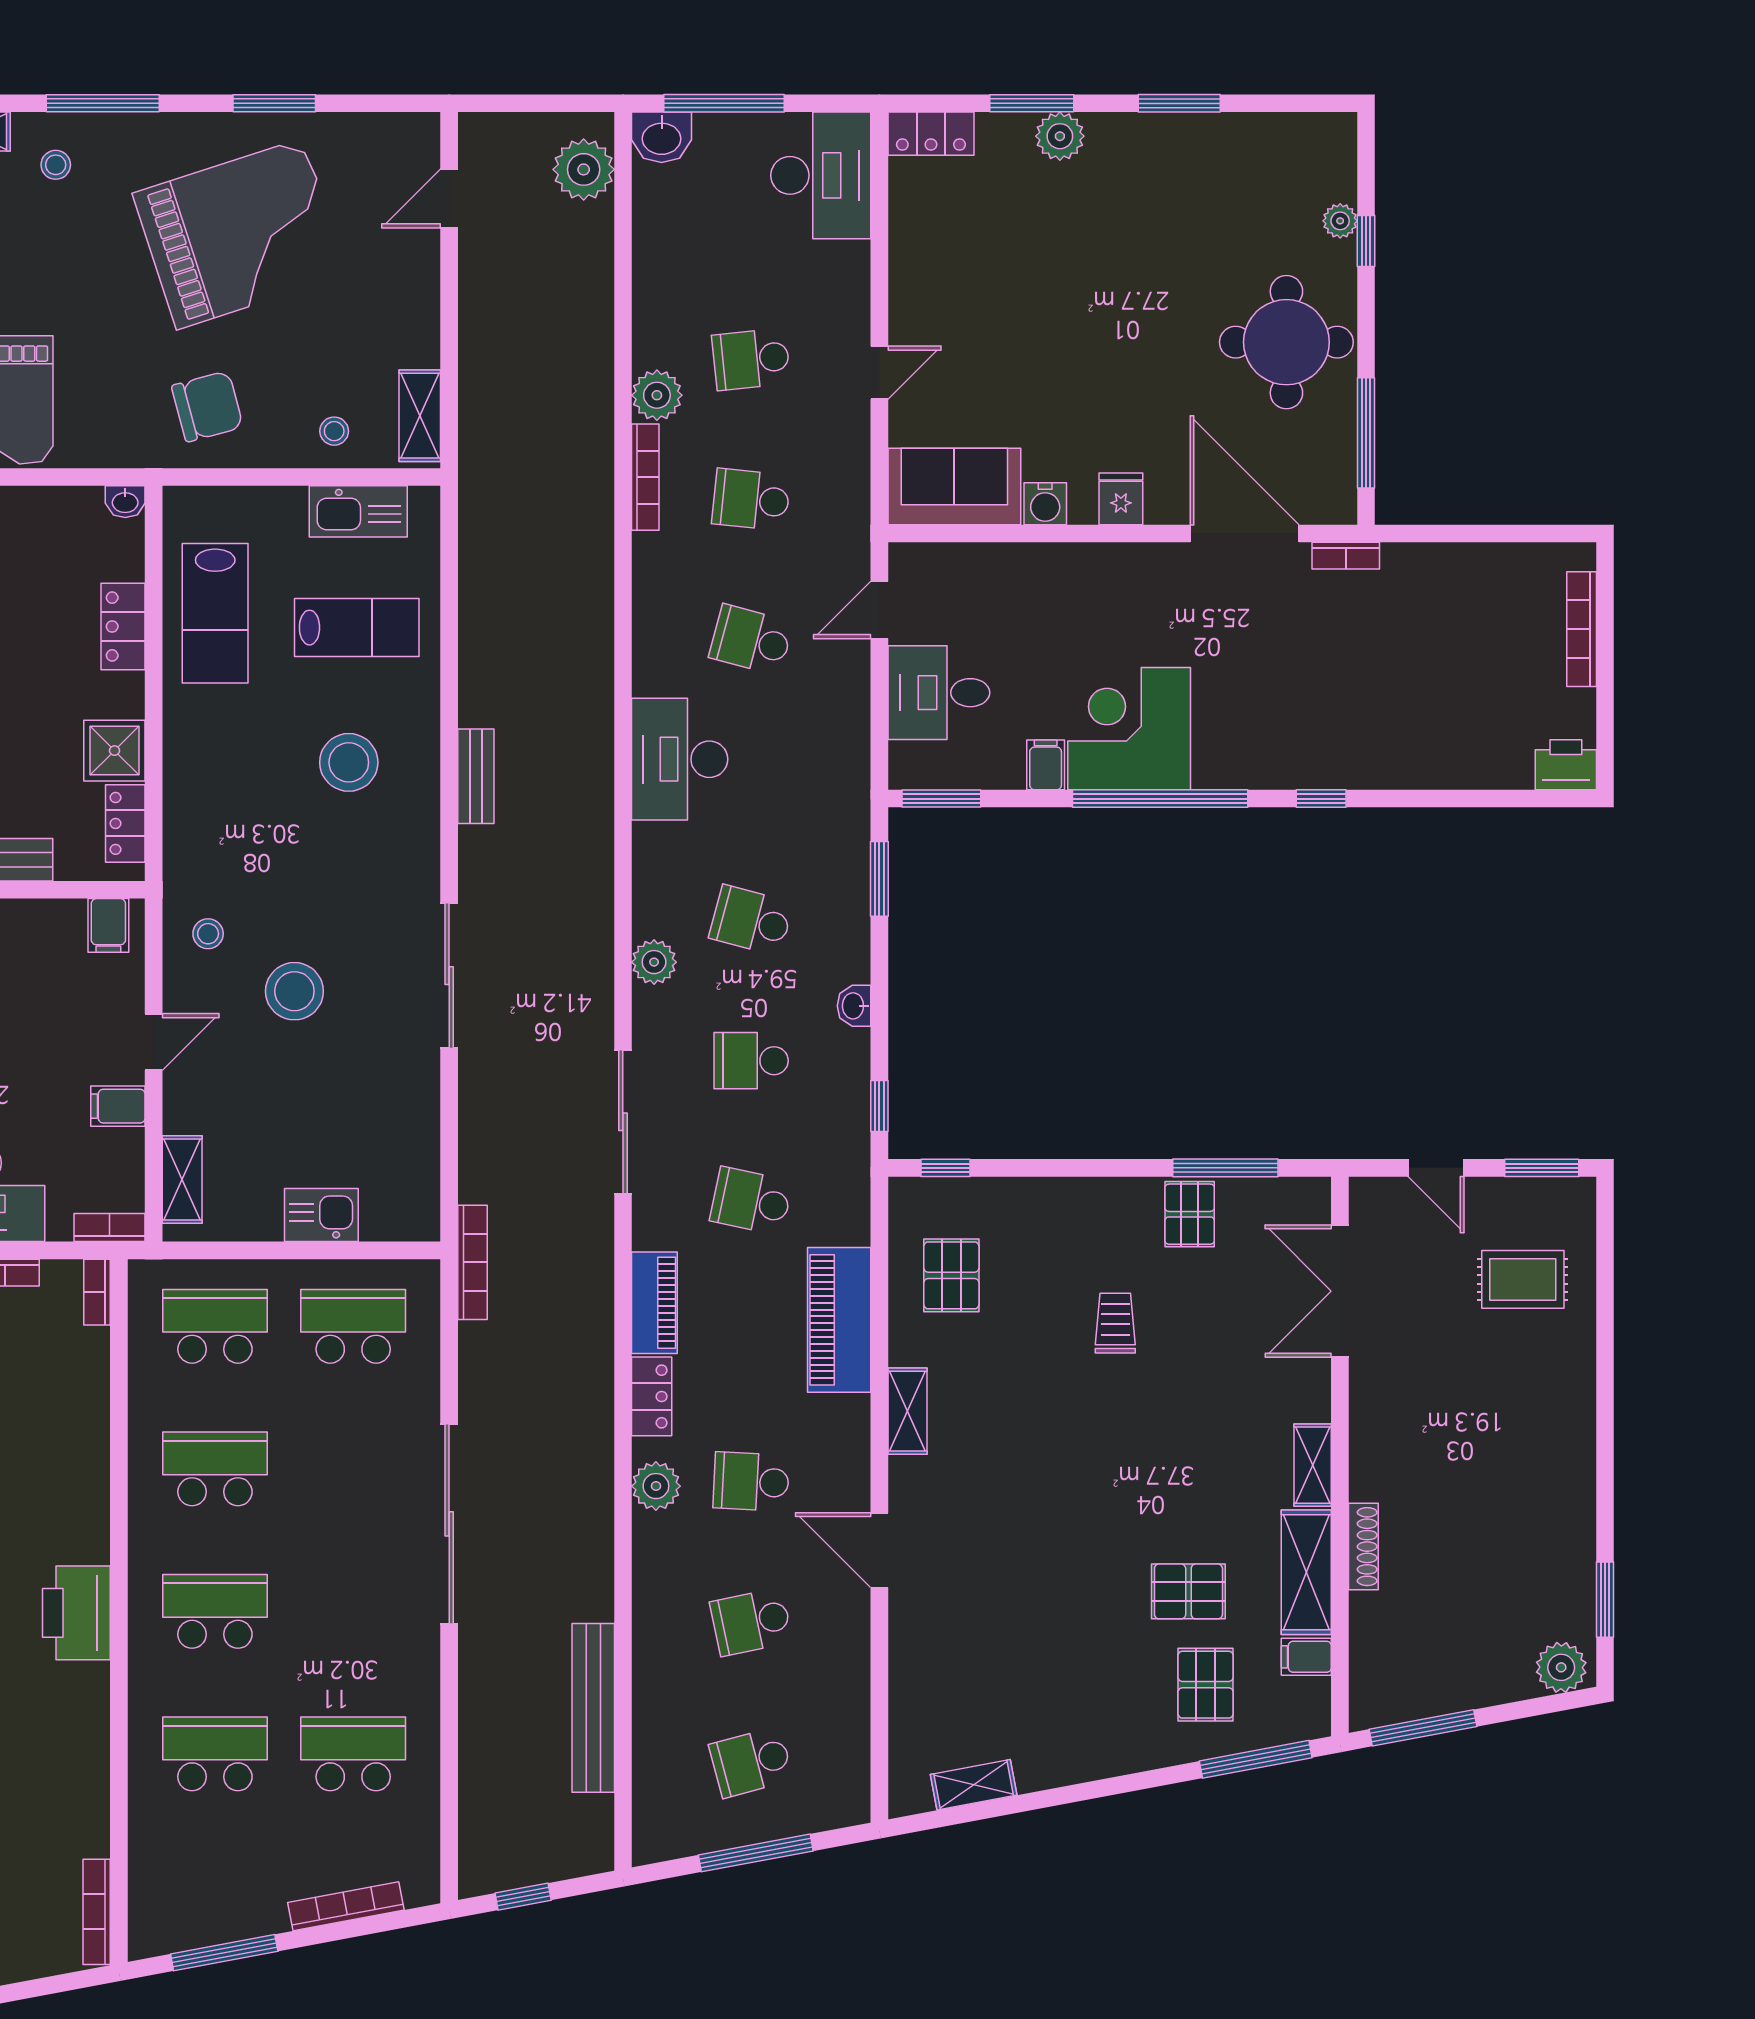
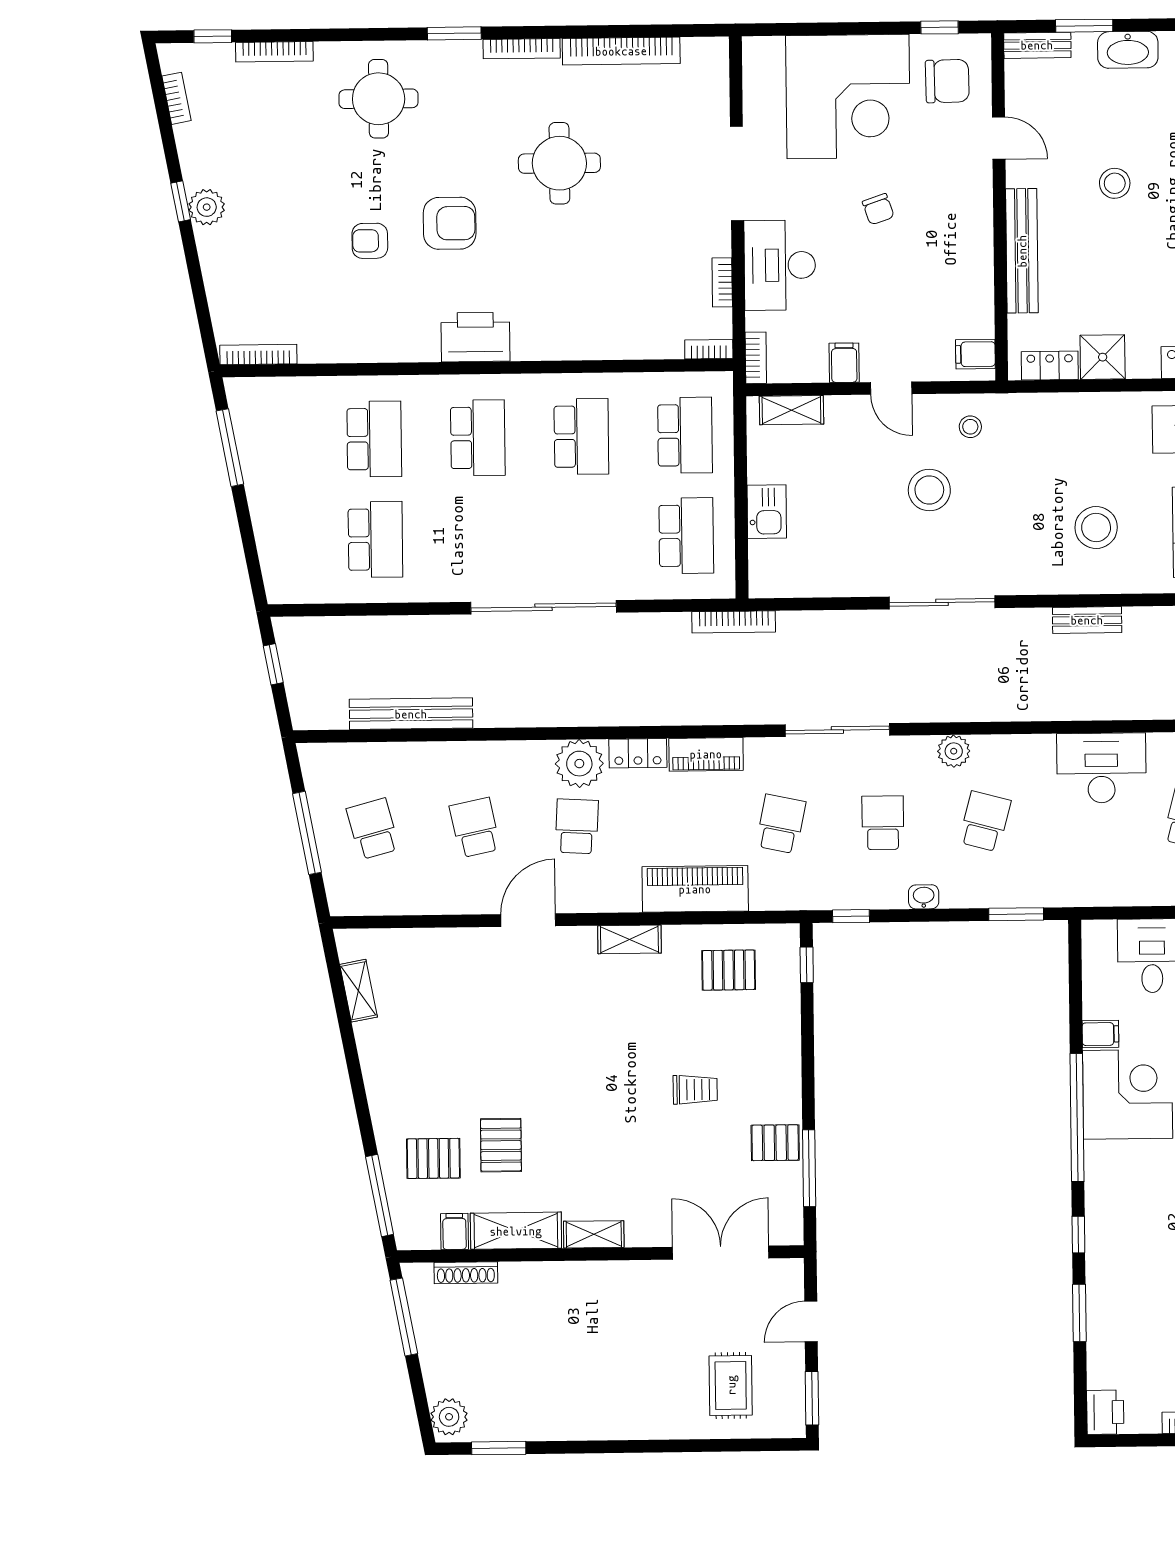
window: (941, 799) -> (1079, 1313), moved
plant: (656, 1486) -> (579, 764), width x1.36, depth x1.36
shoe rack: (1363, 1547) -> (466, 1273), moved
bookcase: (346, 1906) -> (265, 536), removed

